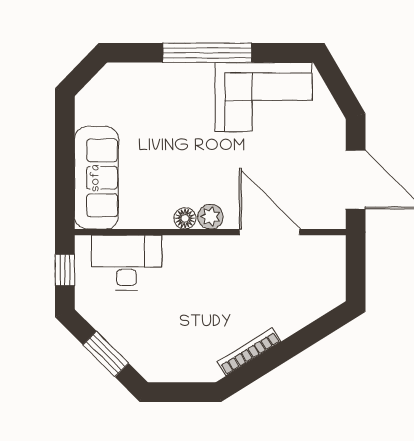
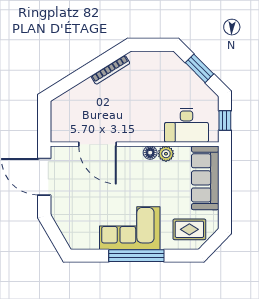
rug: (122, 95) -> (189, 229), added
corner sofa: (263, 97) -> (130, 228), moved
plant: (210, 217) -> (166, 154), moved

